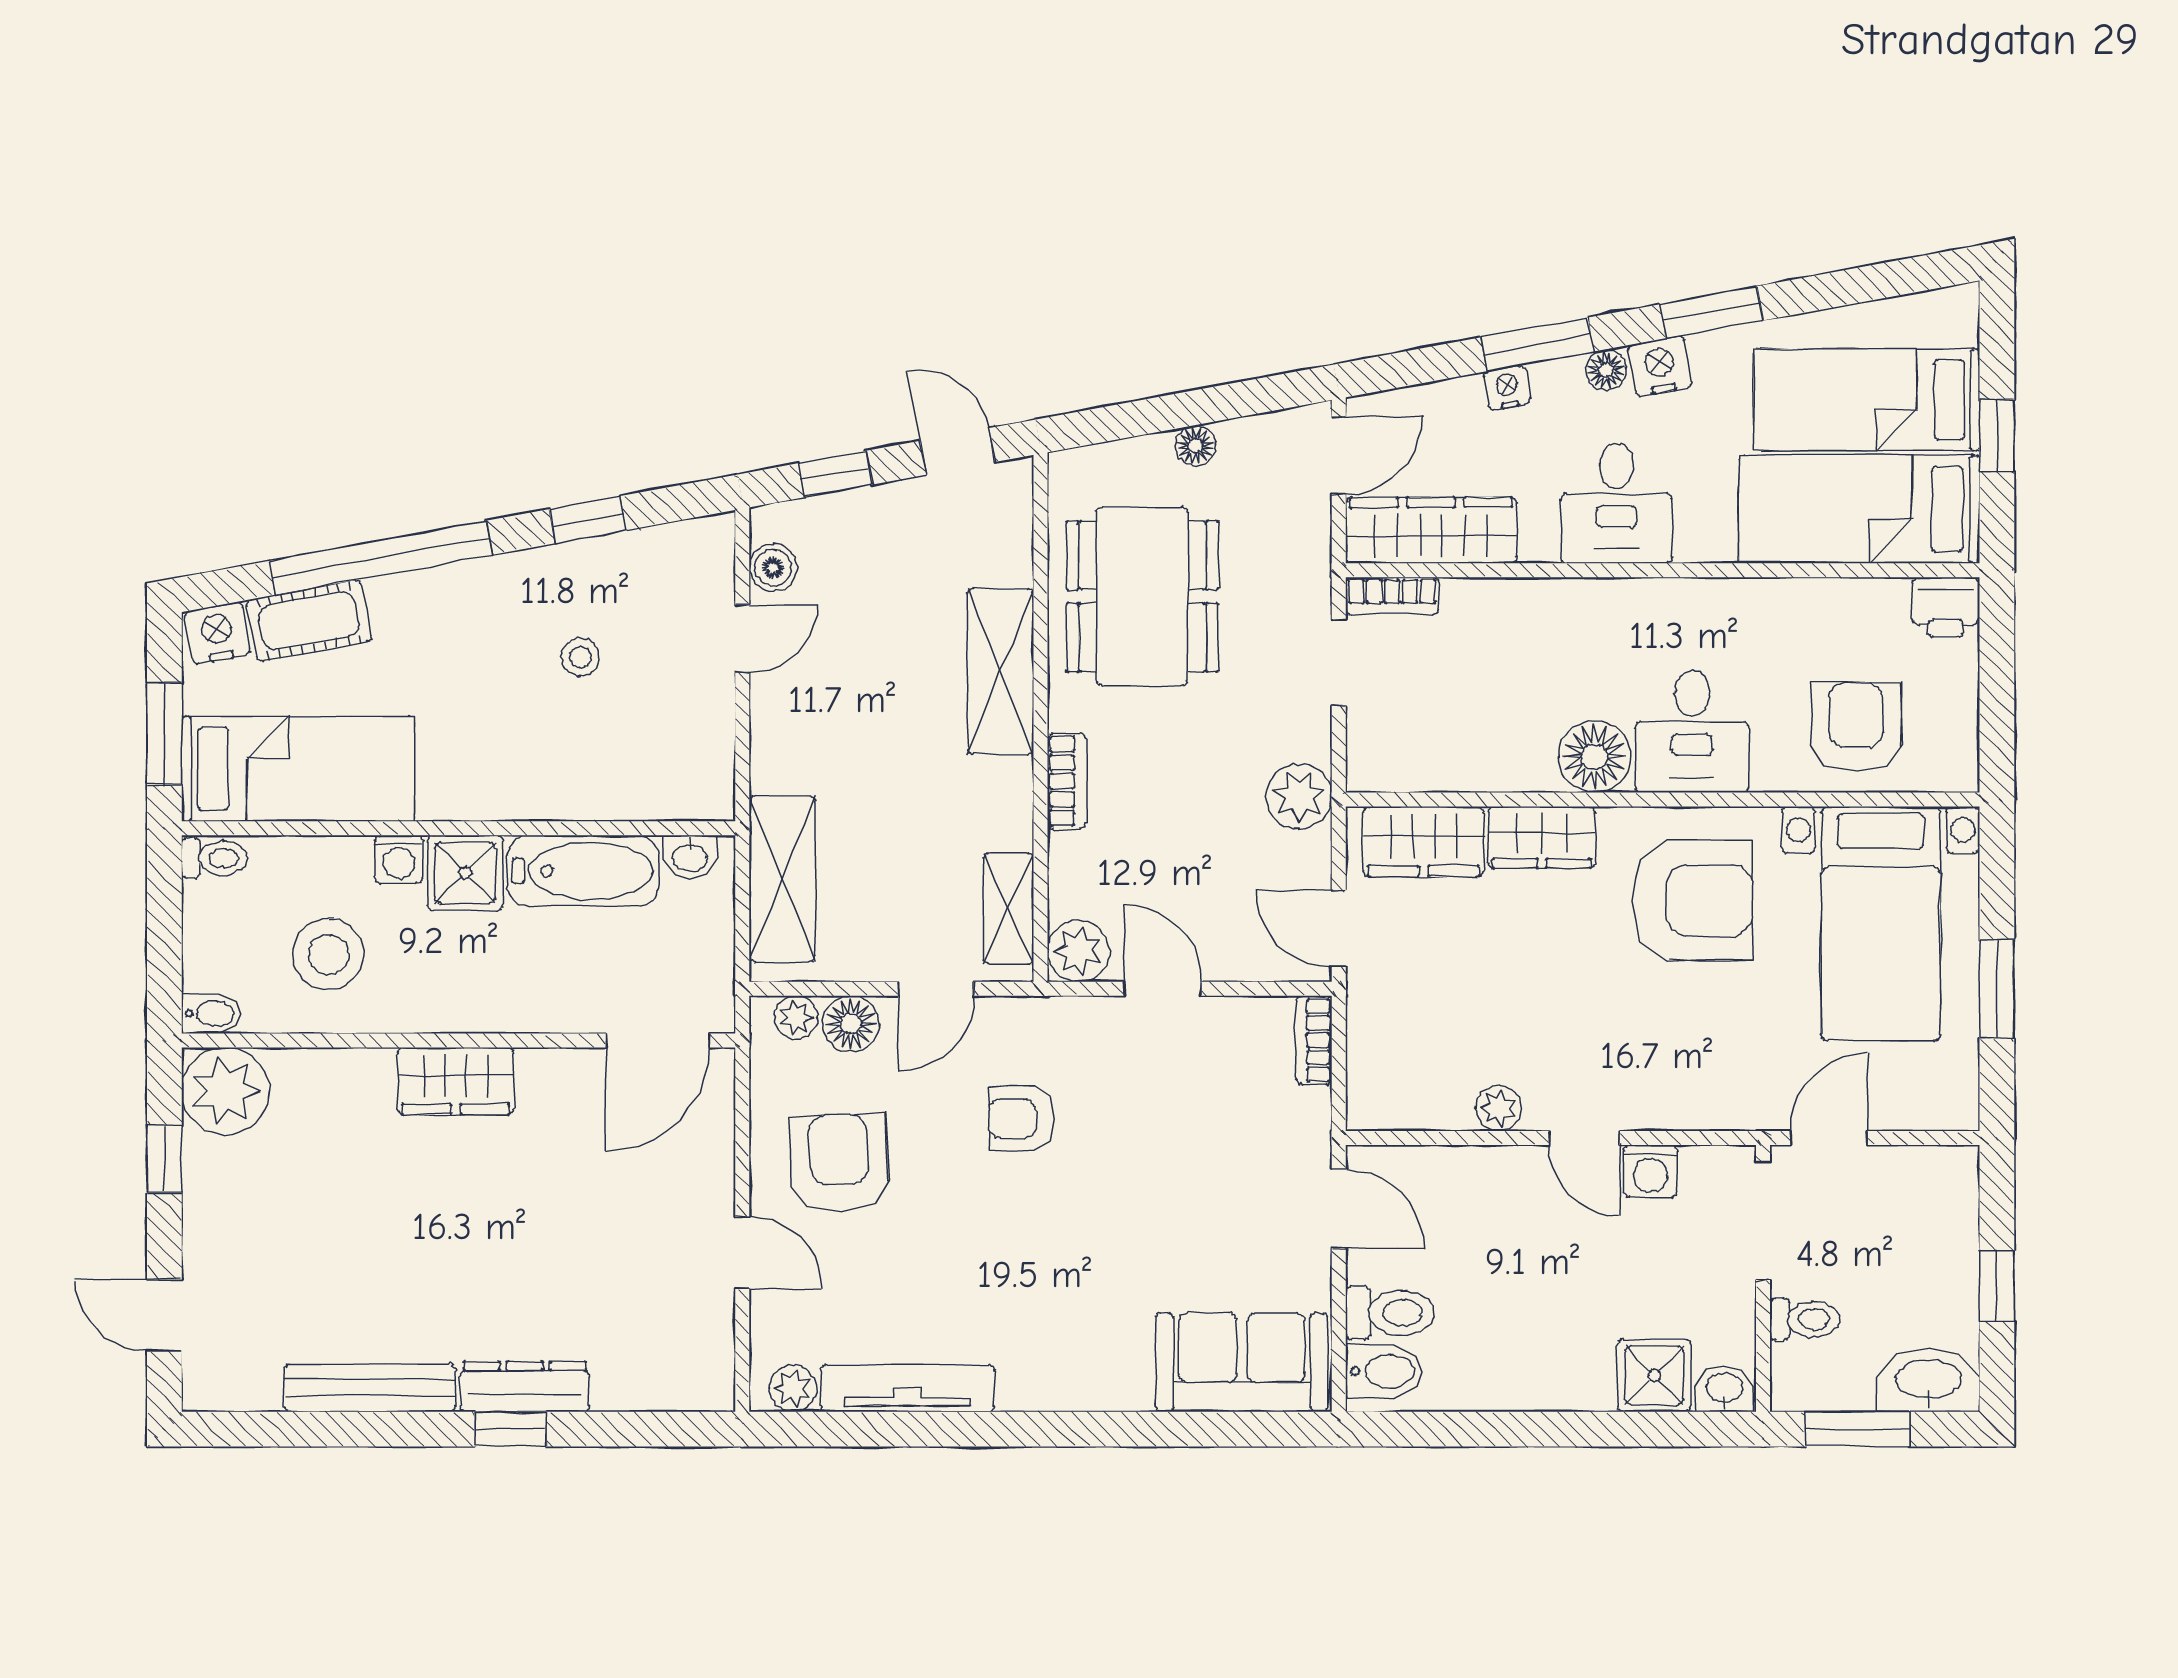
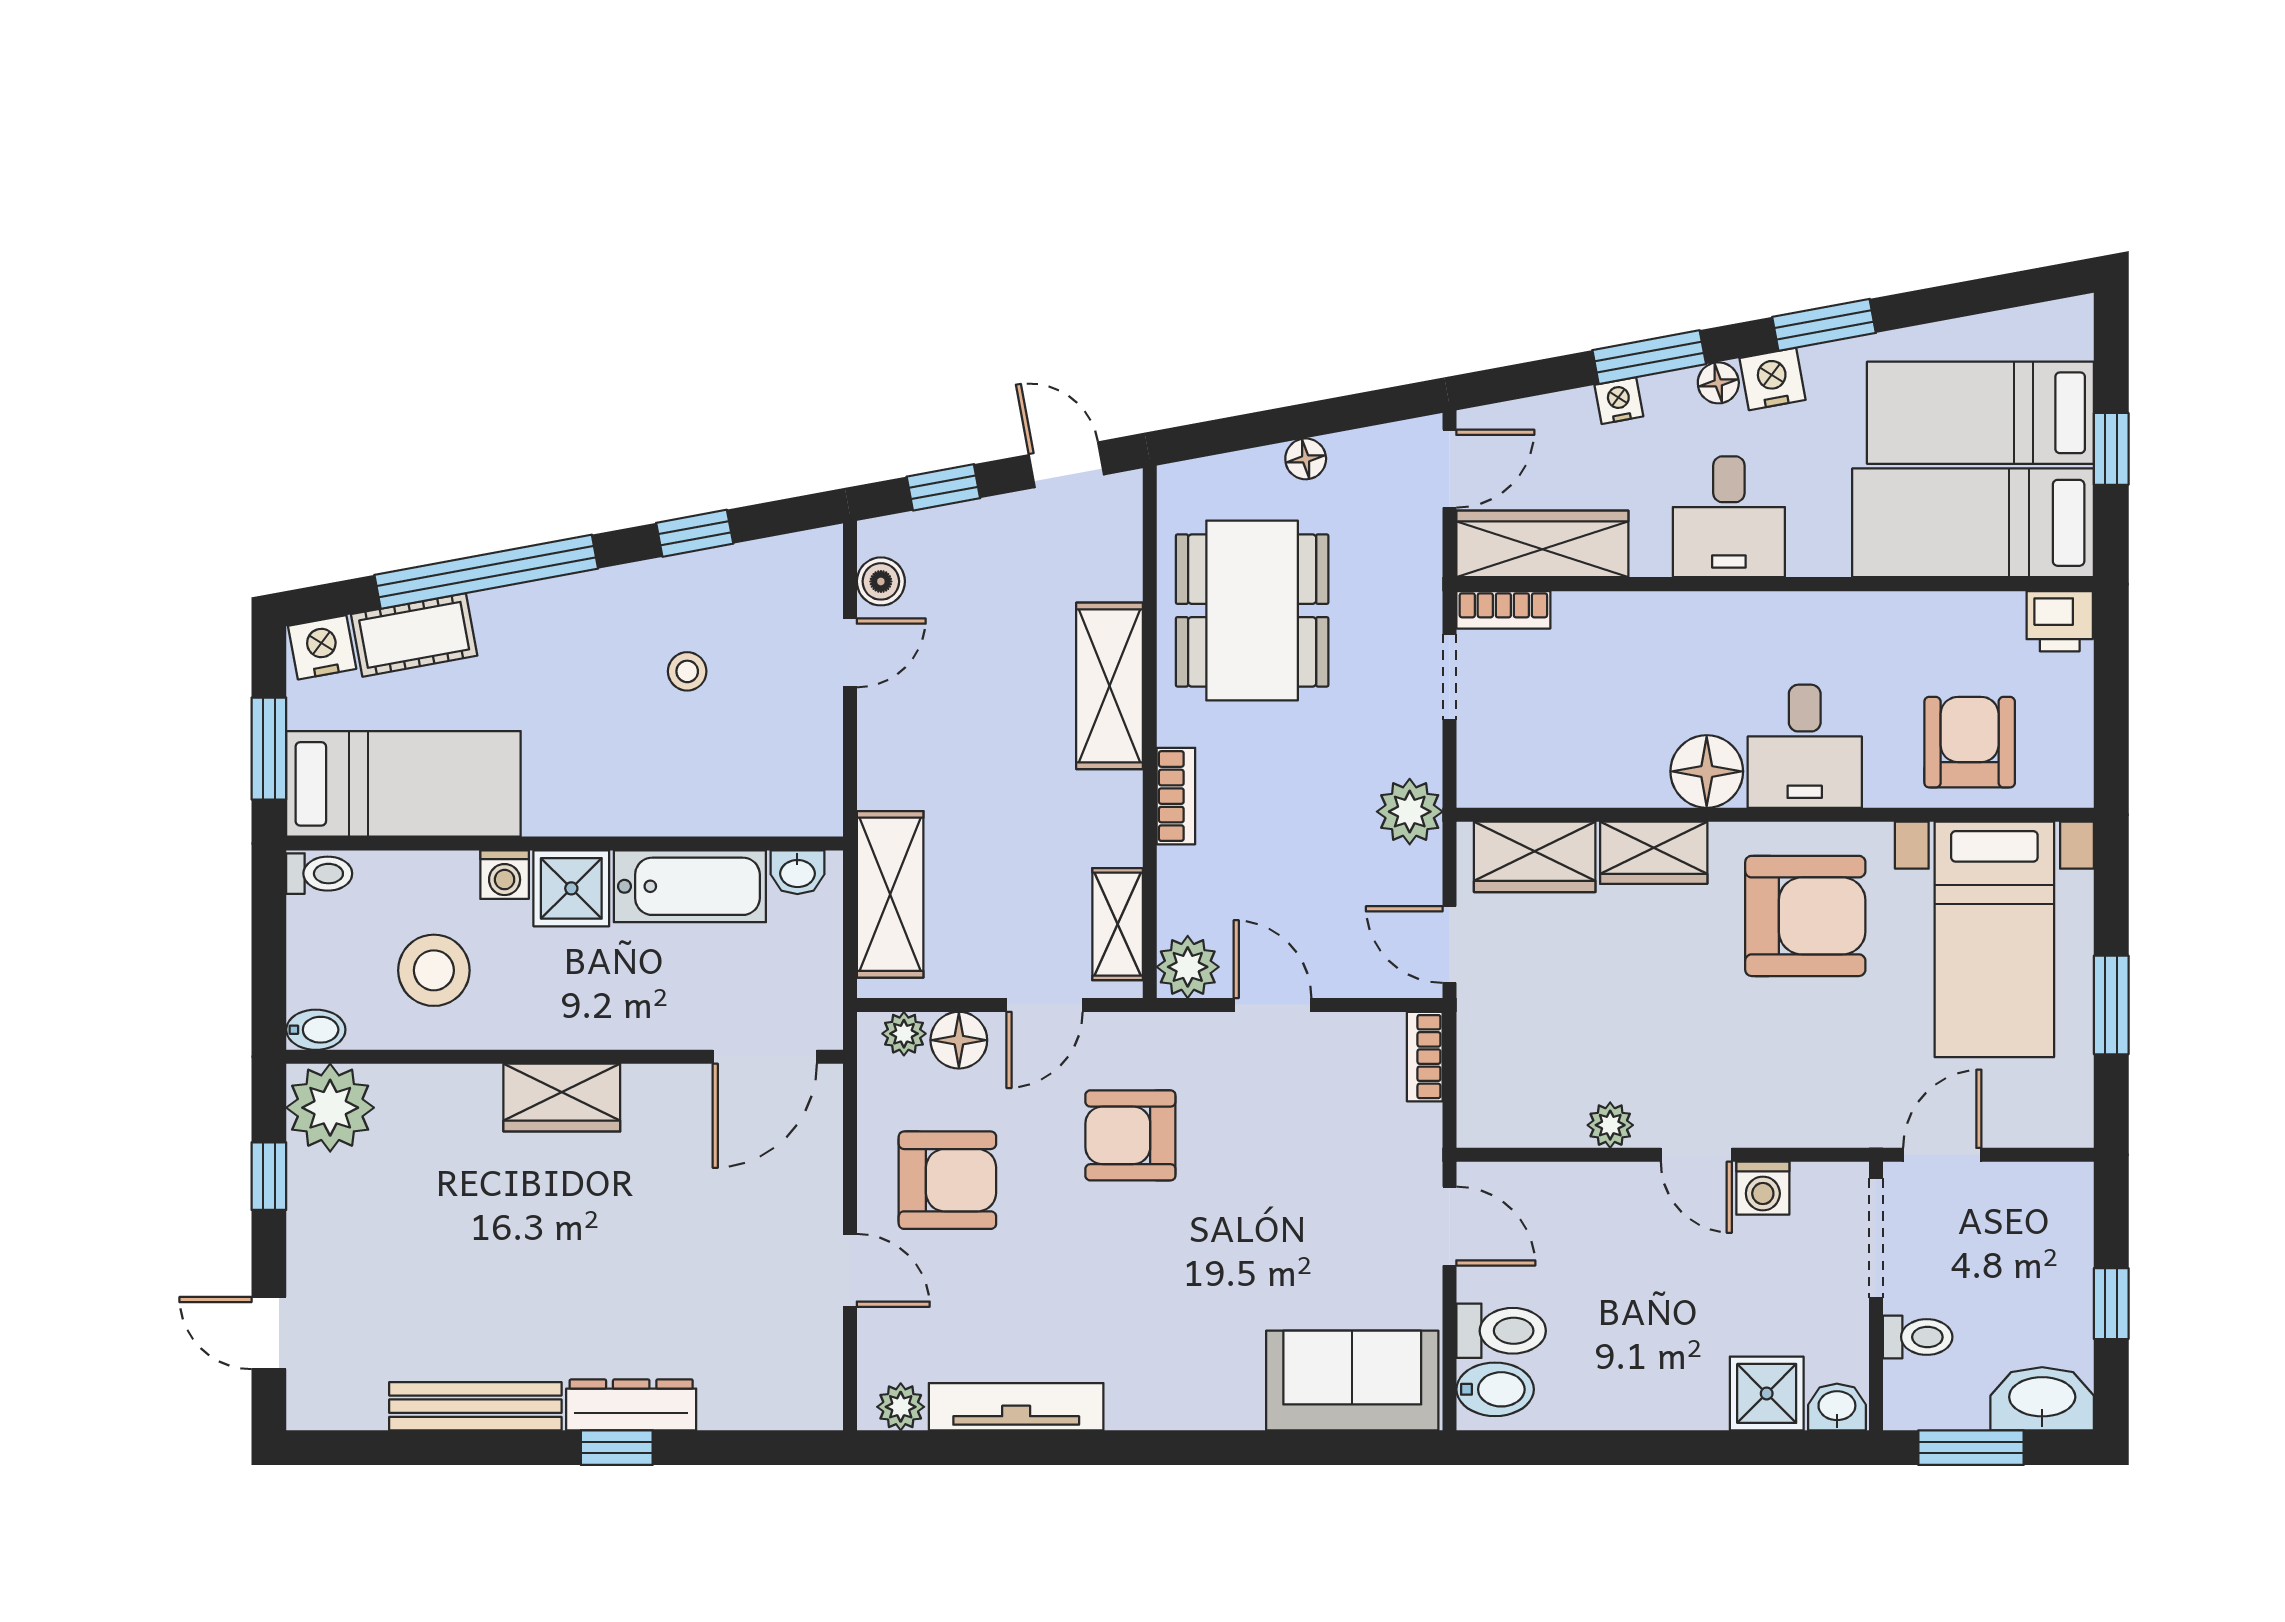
armchair: (1021, 1119) -> (1130, 1135), width x1.38, depth x1.38
armchair: (839, 1163) -> (947, 1180), turned 93

